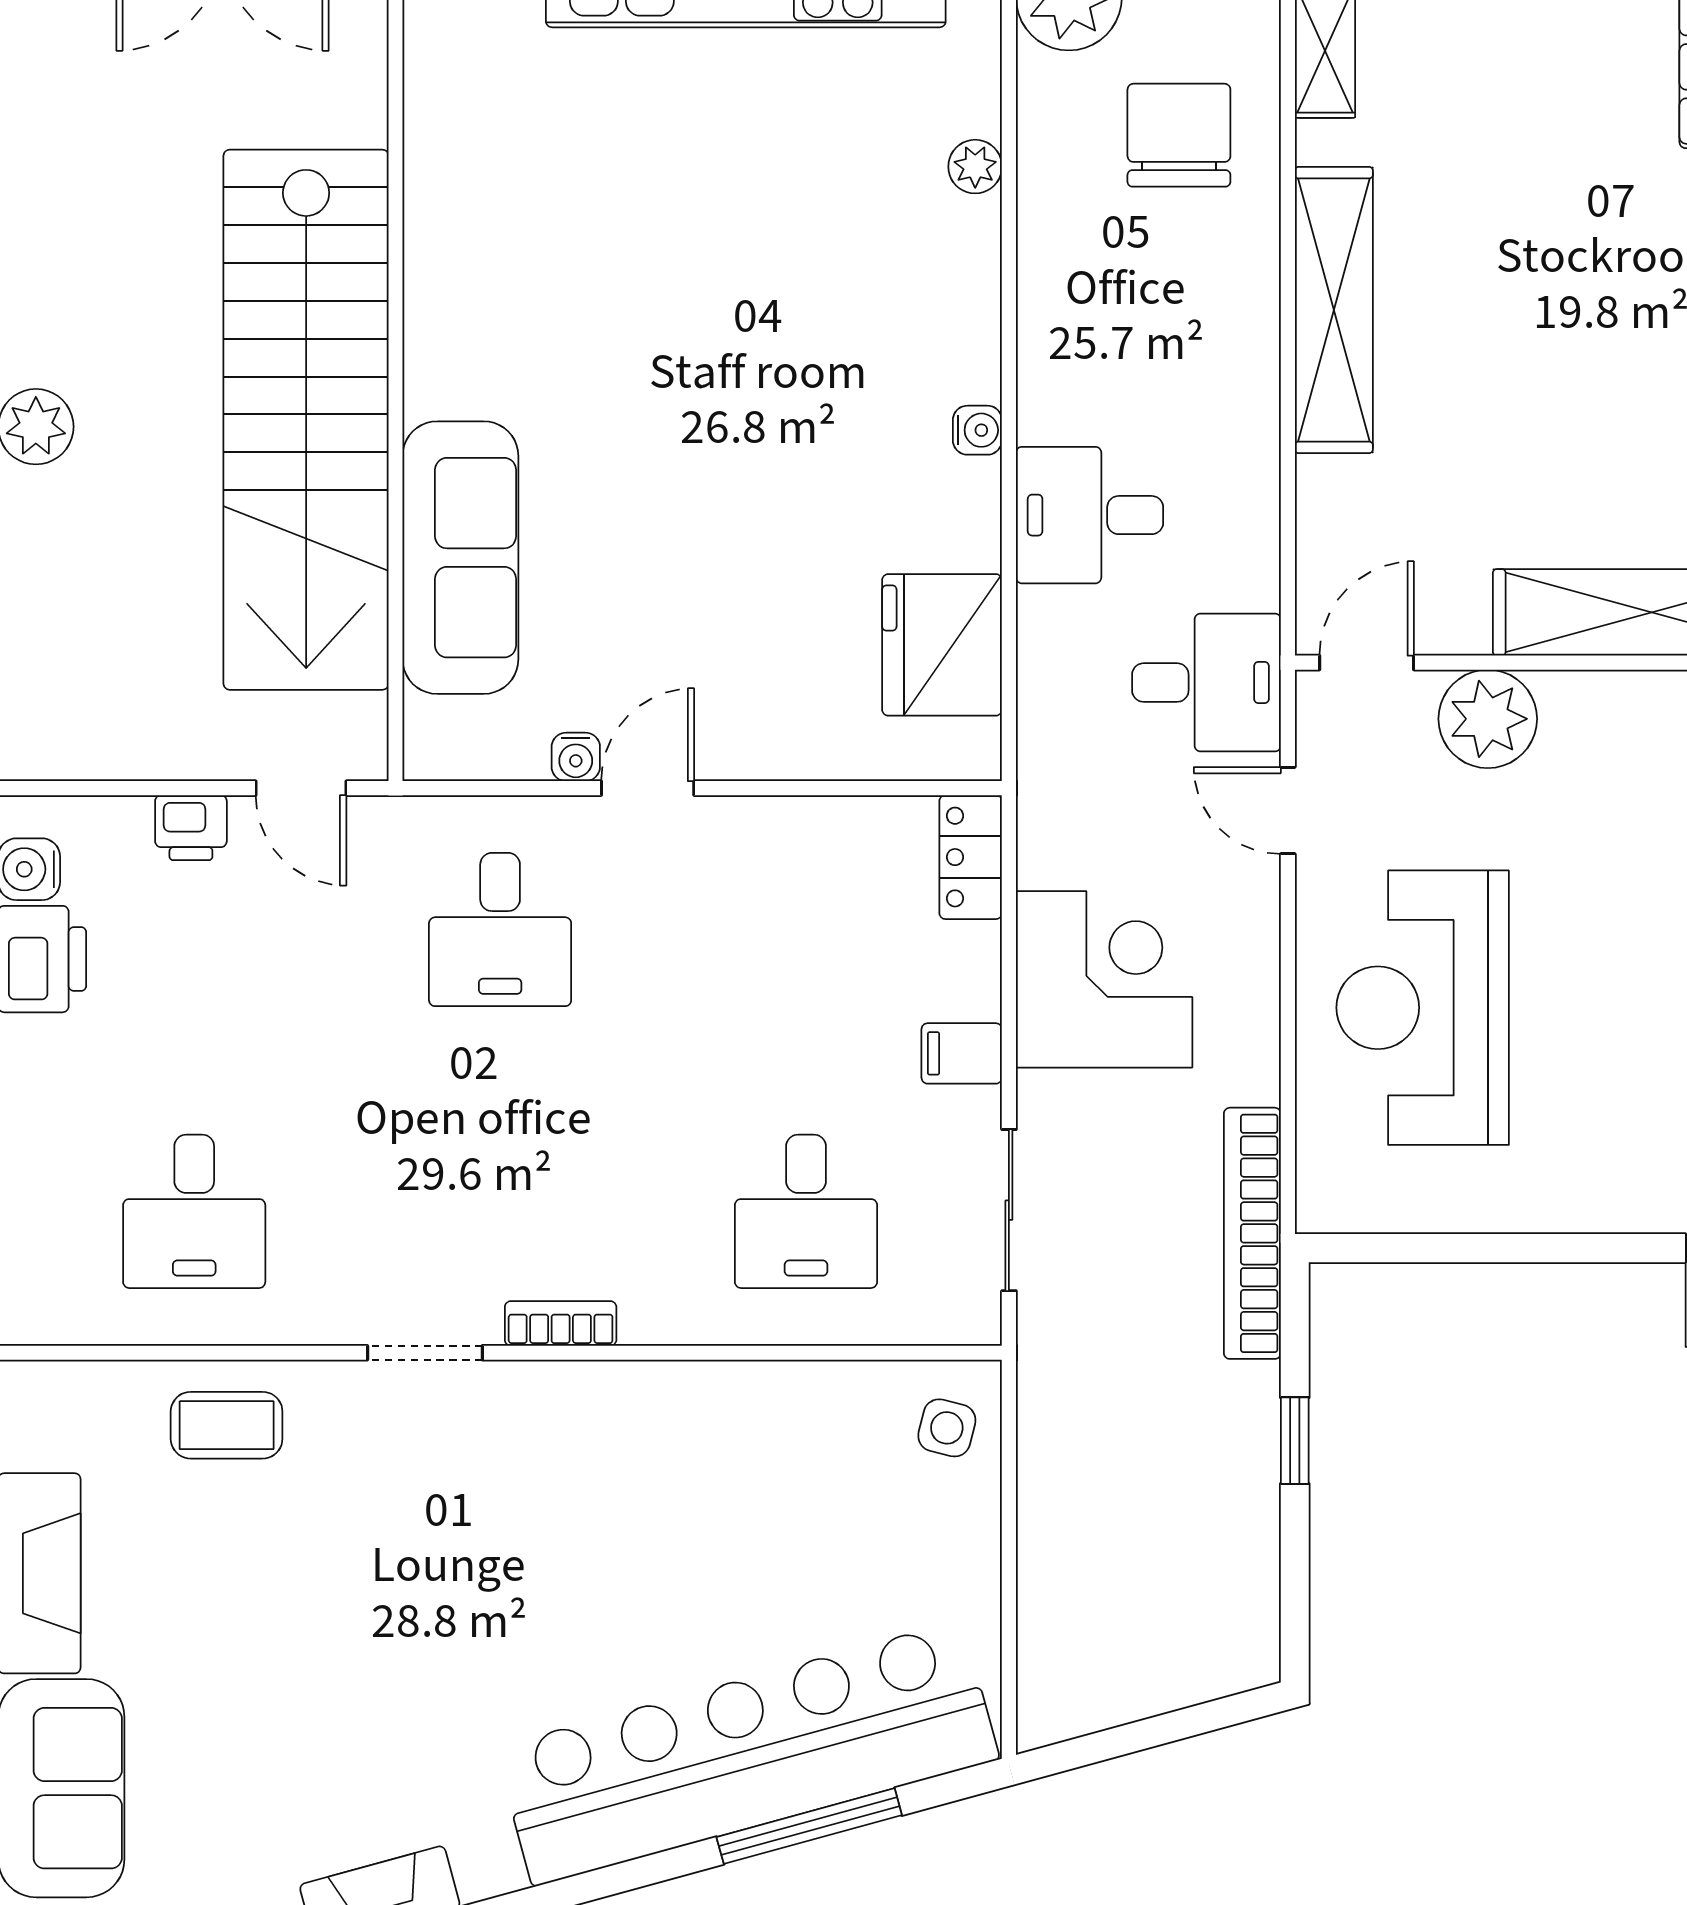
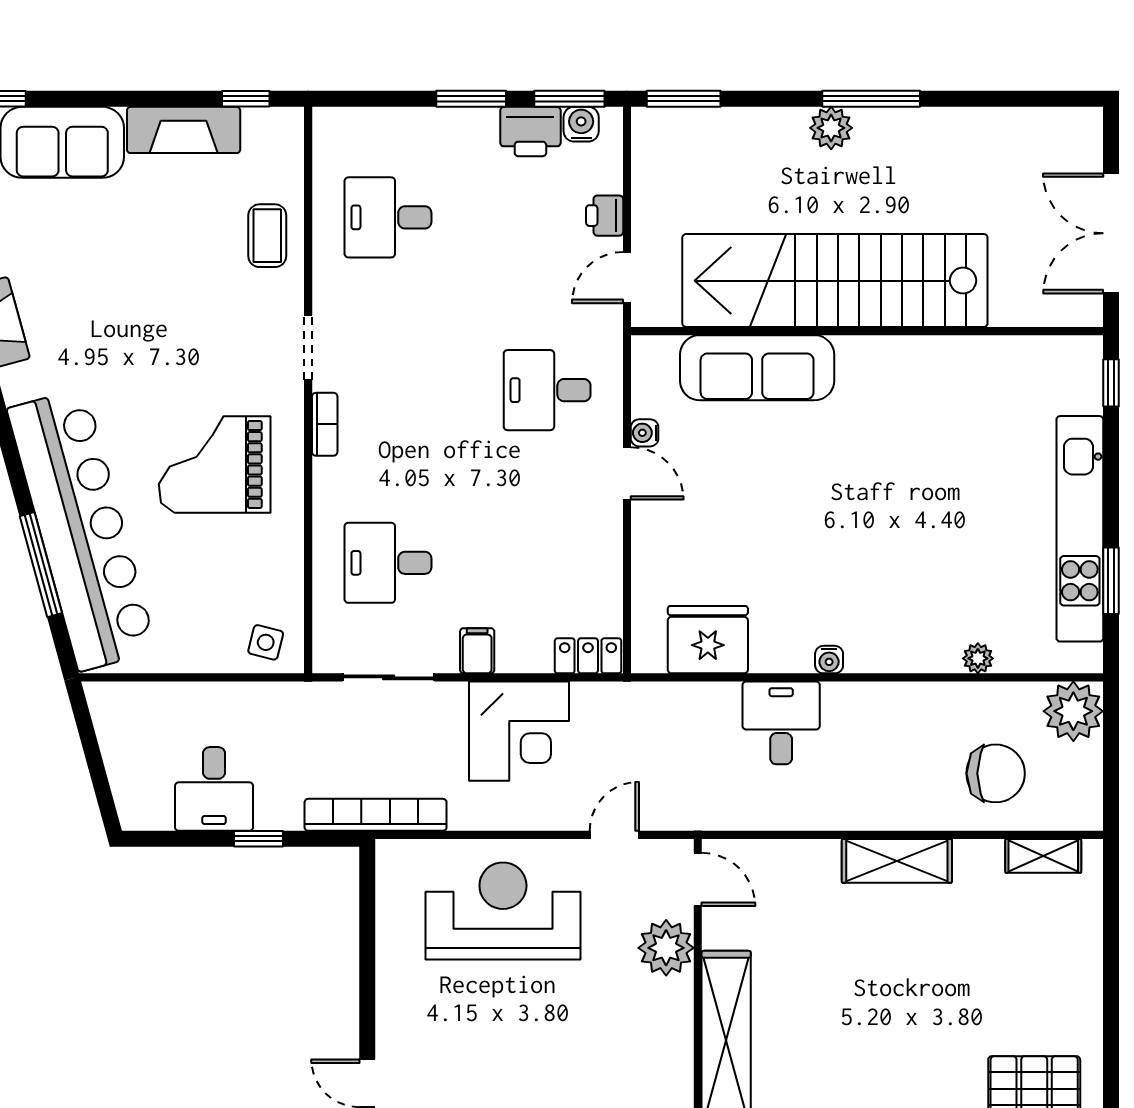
shelving: (1334, 310) -> (897, 861), width x0.68
desk: (1206, 683) -> (214, 789), moved
grand piano: (632, 1518) -> (215, 464), added

